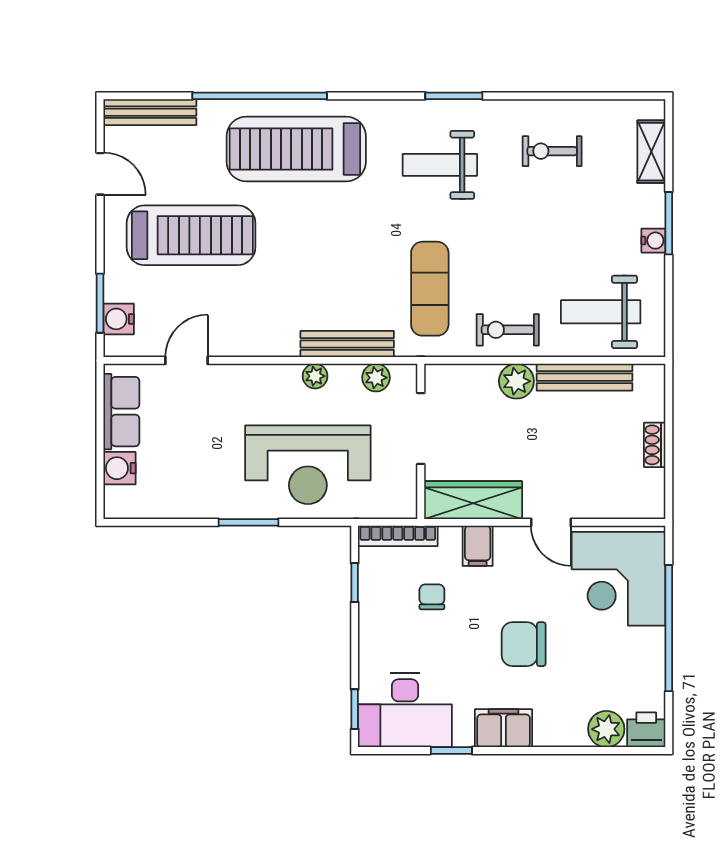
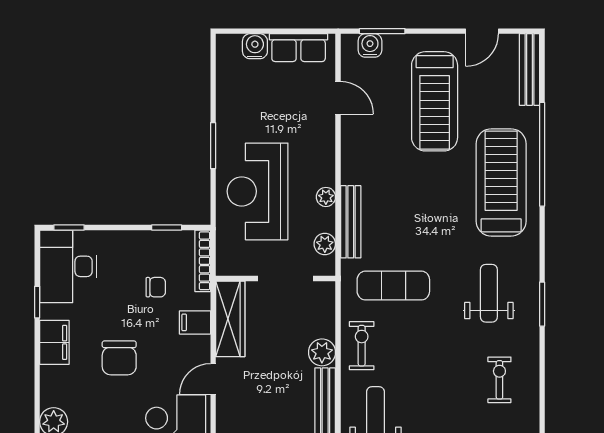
chair: (524, 644) -> (119, 358), turned 180

